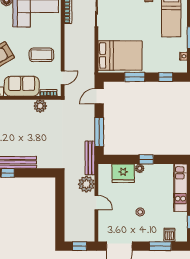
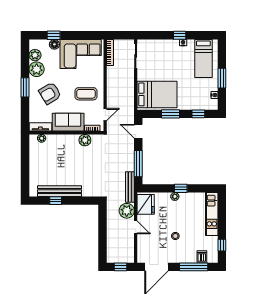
door: (99, 96) -> (138, 131), hinge flipped
fridge: (123, 173) -> (146, 204), moved, turned -90
window: (160, 246) -> (194, 267), width x1.44

